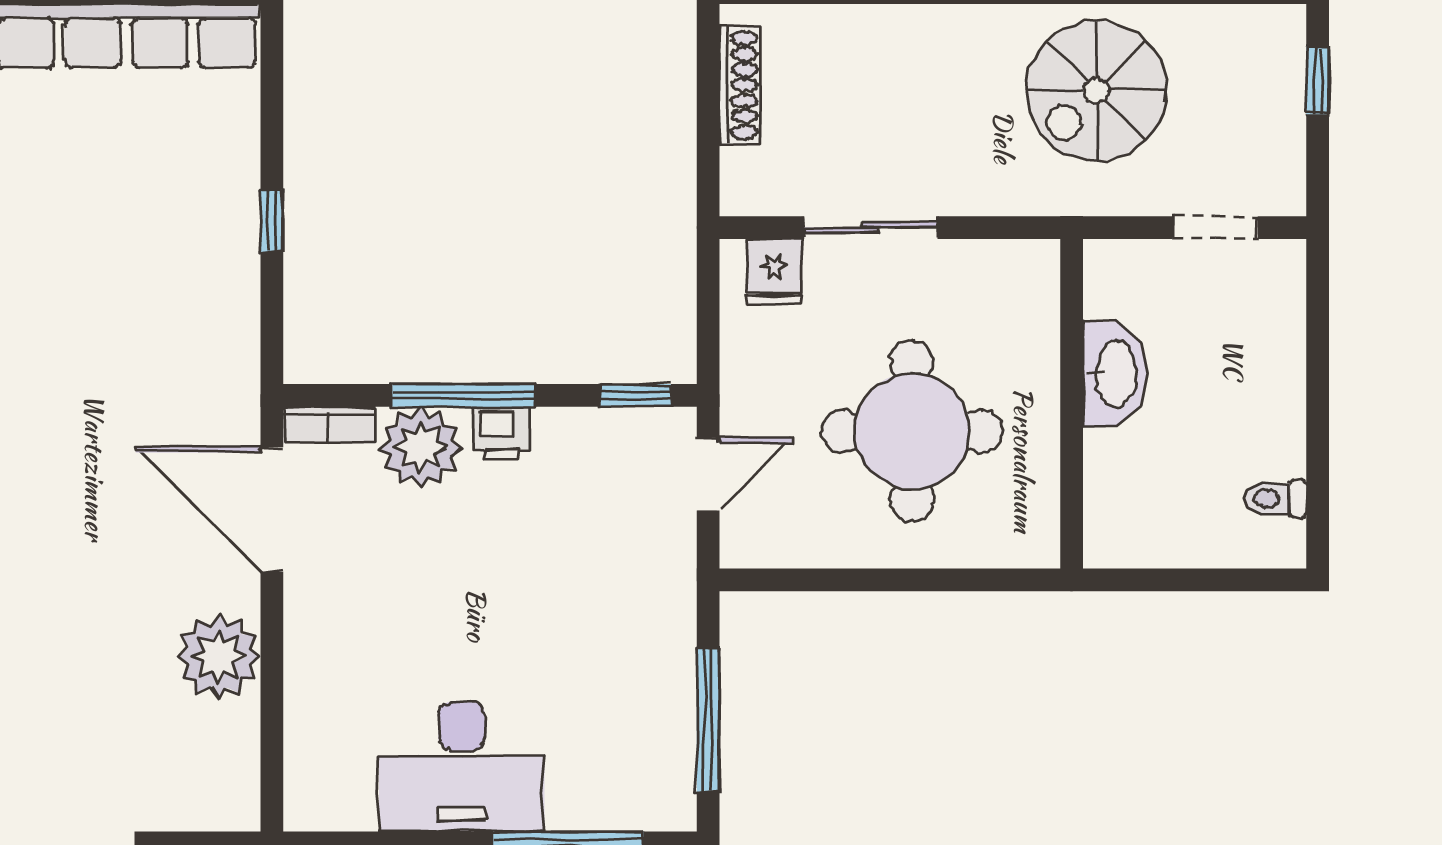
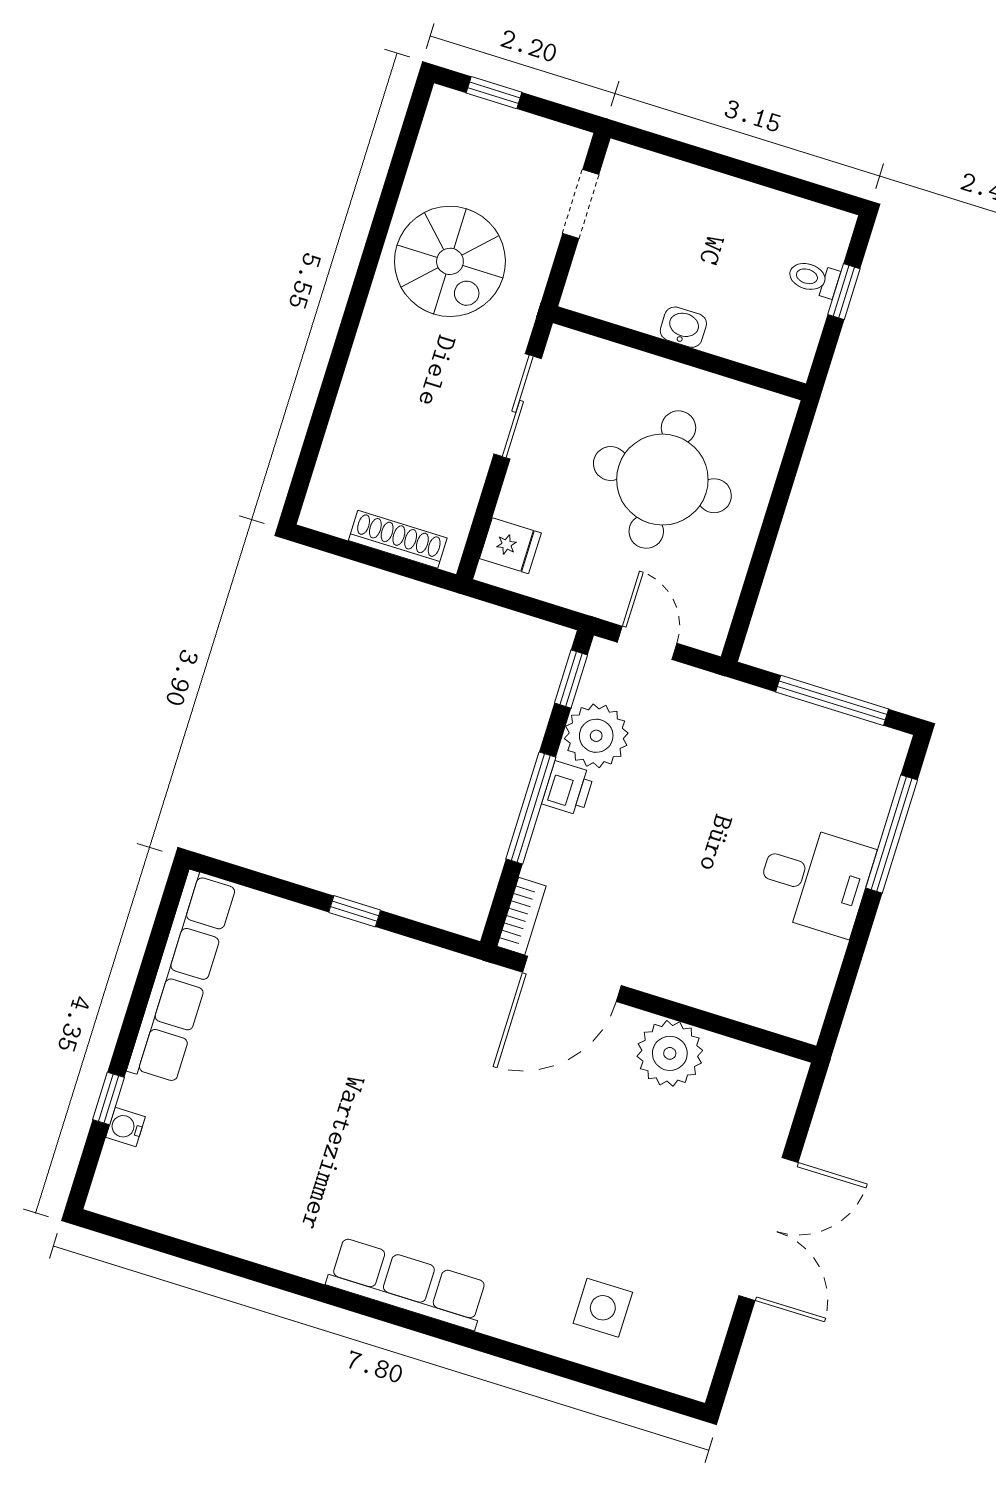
shoe rack: (740, 85) -> (398, 539), moved
sliding door: (871, 228) -> (518, 406), moved
washbasin: (1115, 374) -> (683, 327), width x0.52, depth x0.69
plant: (421, 447) -> (596, 736), moved
toilet: (1276, 499) -> (813, 278), moved, turned 90
window: (1209, 580) -> (844, 292), added
desk: (462, 767) -> (815, 880), width x0.73

